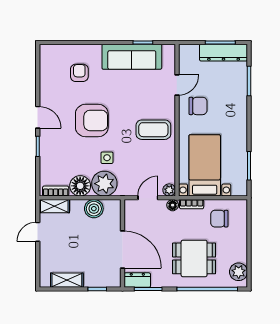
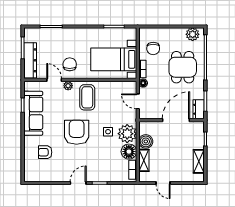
dresser: (224, 53) -> (30, 60), moved
armchair: (92, 120) -> (77, 132), moved
plant: (169, 190) -> (68, 86), moved
shelving: (54, 206) -> (144, 160), moved

